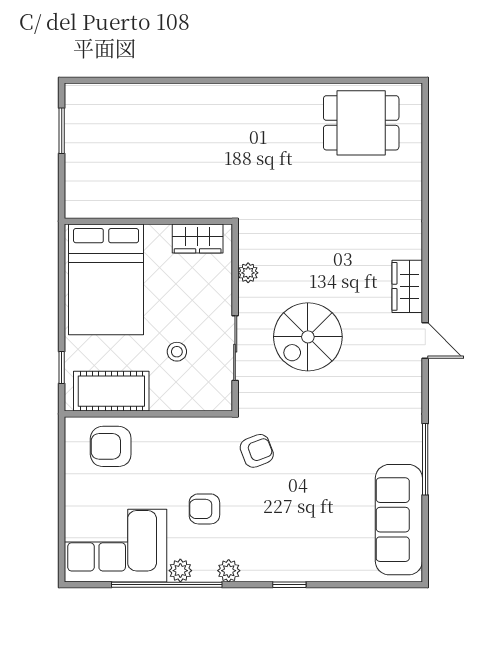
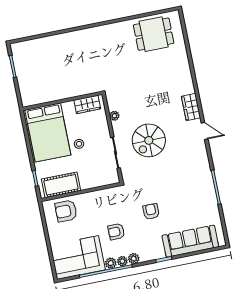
stool: (177, 352) -> (79, 144), moved
armchair: (257, 451) -> (151, 212), moved, turned -69
sofa: (399, 520) -> (190, 241), moved, turned 90
plant: (205, 571) -> (122, 261), added

